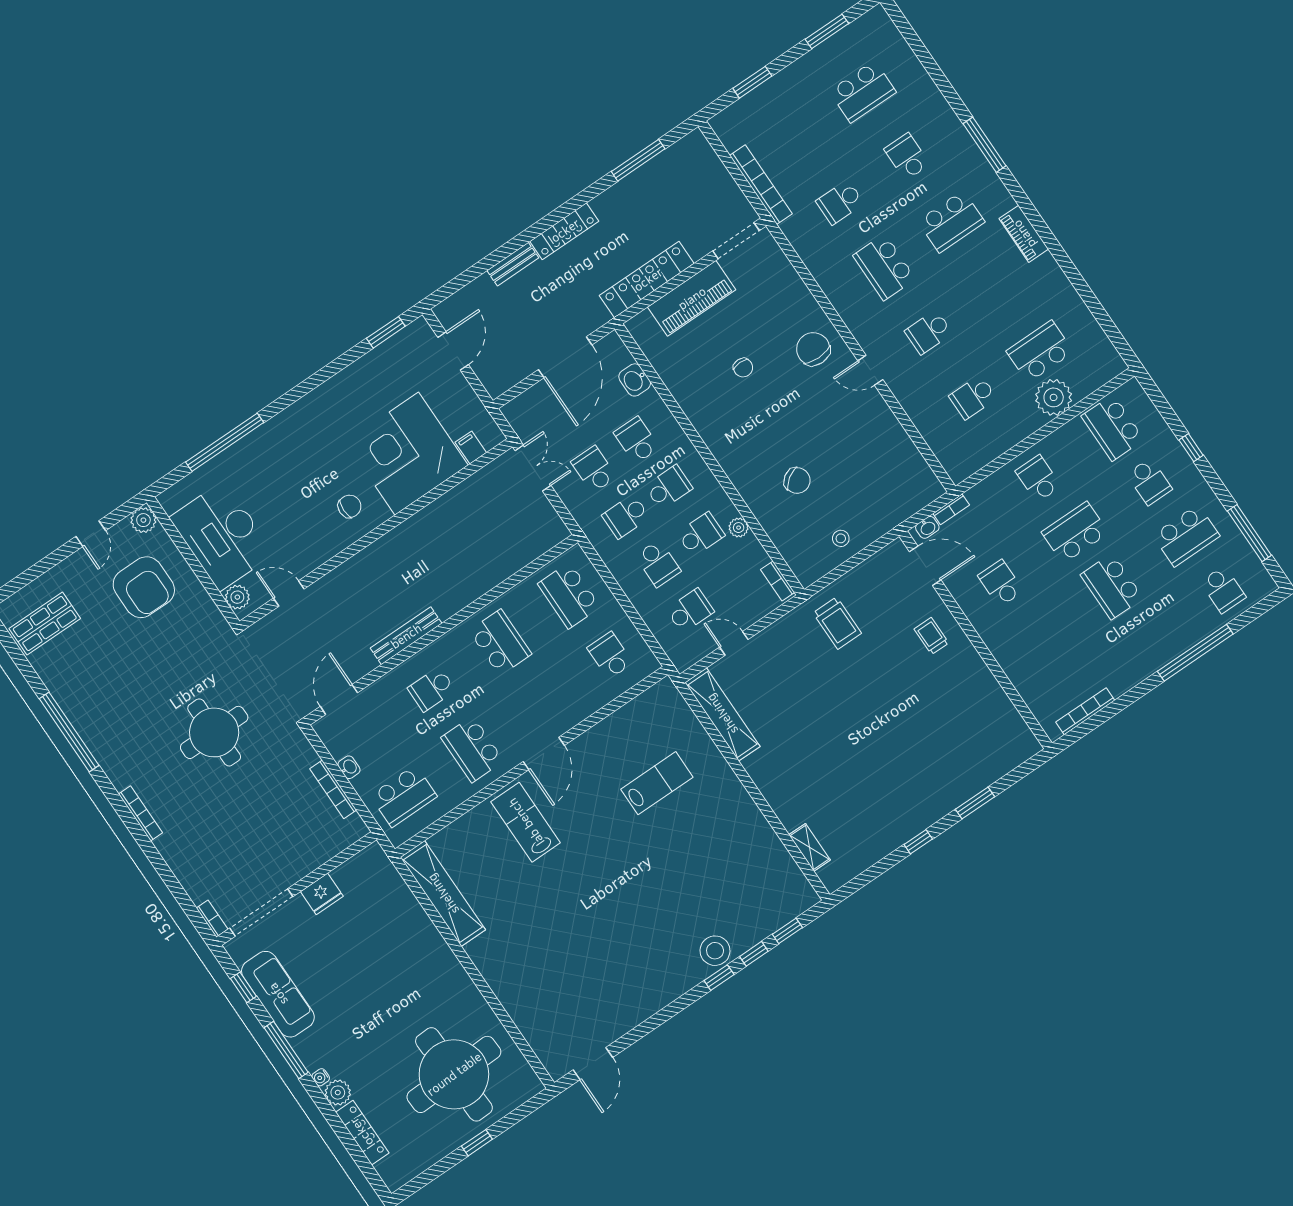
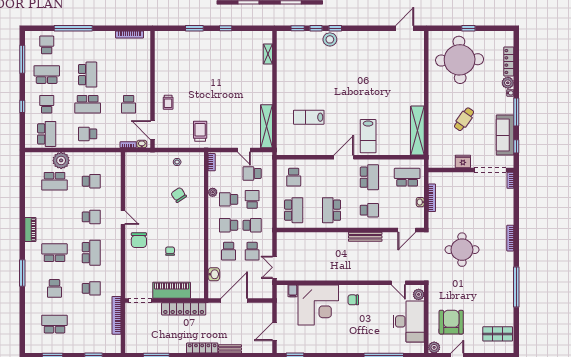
school desk: (1038, 479) -> (88, 134), turned 90
cafe table: (372, 972) -> (464, 119), added

